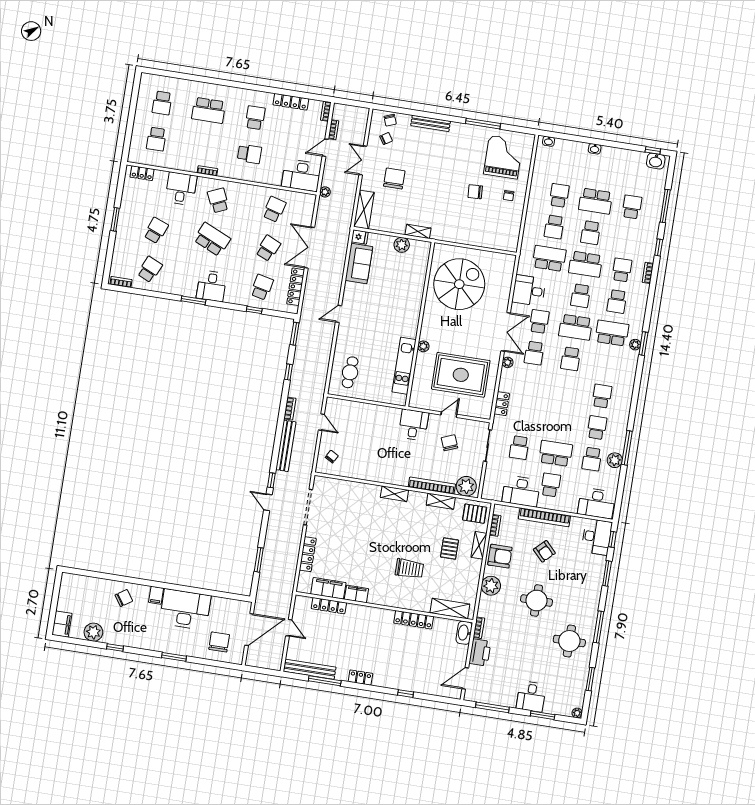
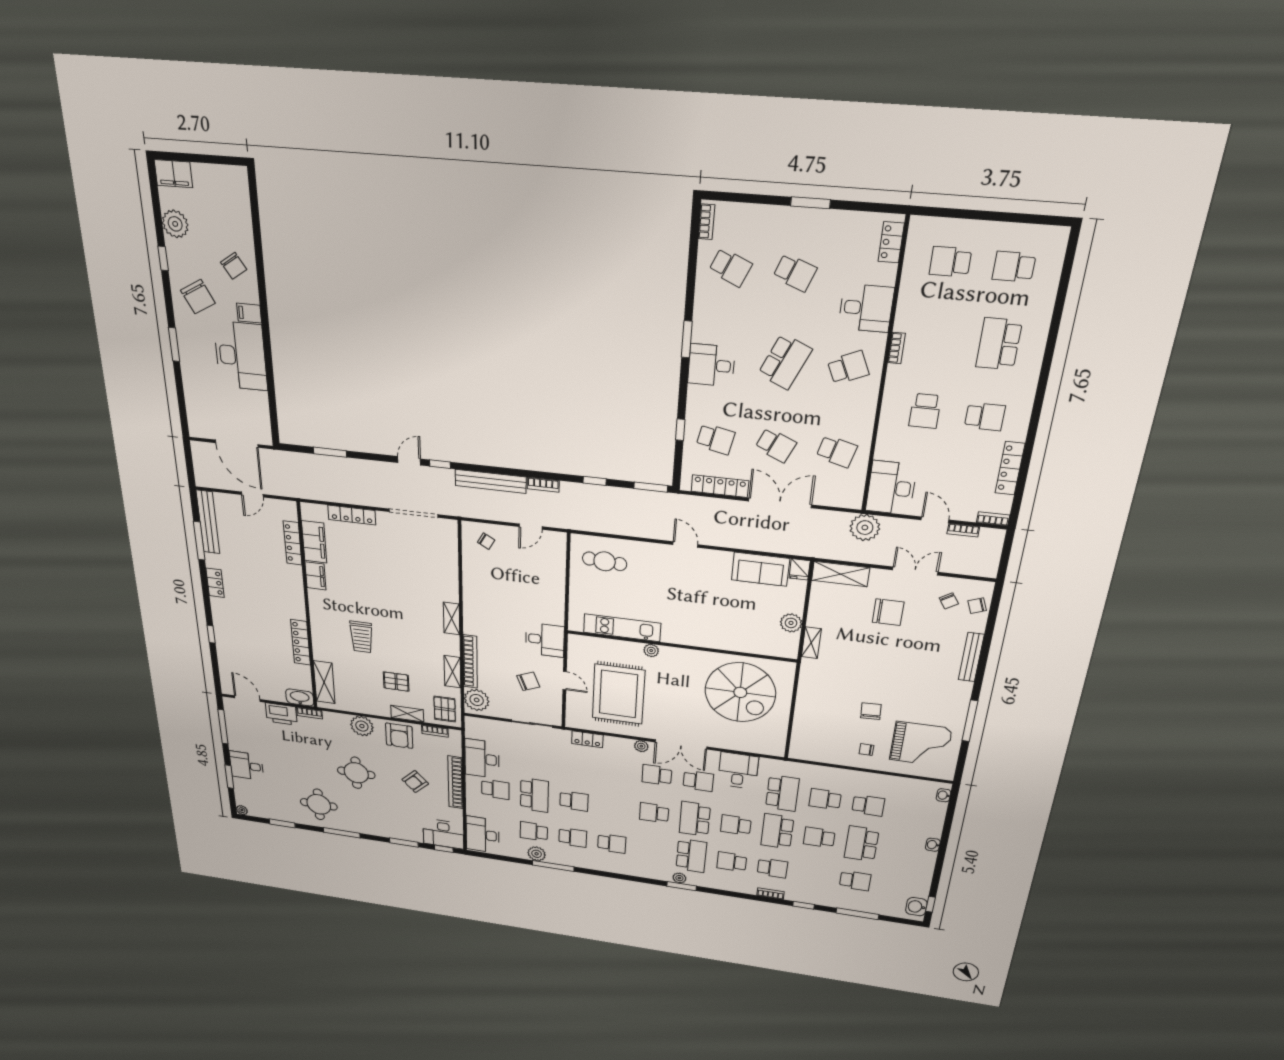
plant: (325, 192) -> (865, 528), width x1.88, depth x1.88
school desk: (519, 448) -> (574, 801), moved, turned 180
chair: (219, 642) -> (198, 297), moved, turned 61

